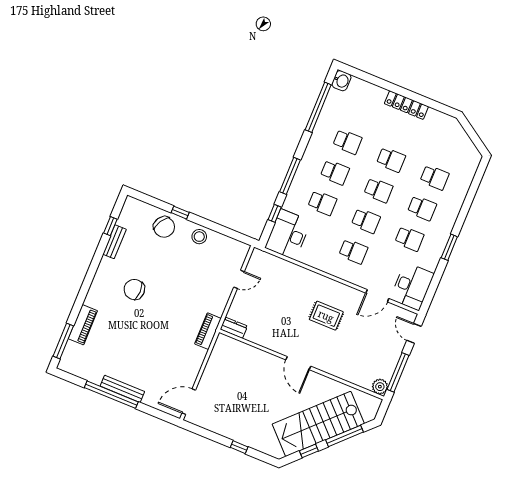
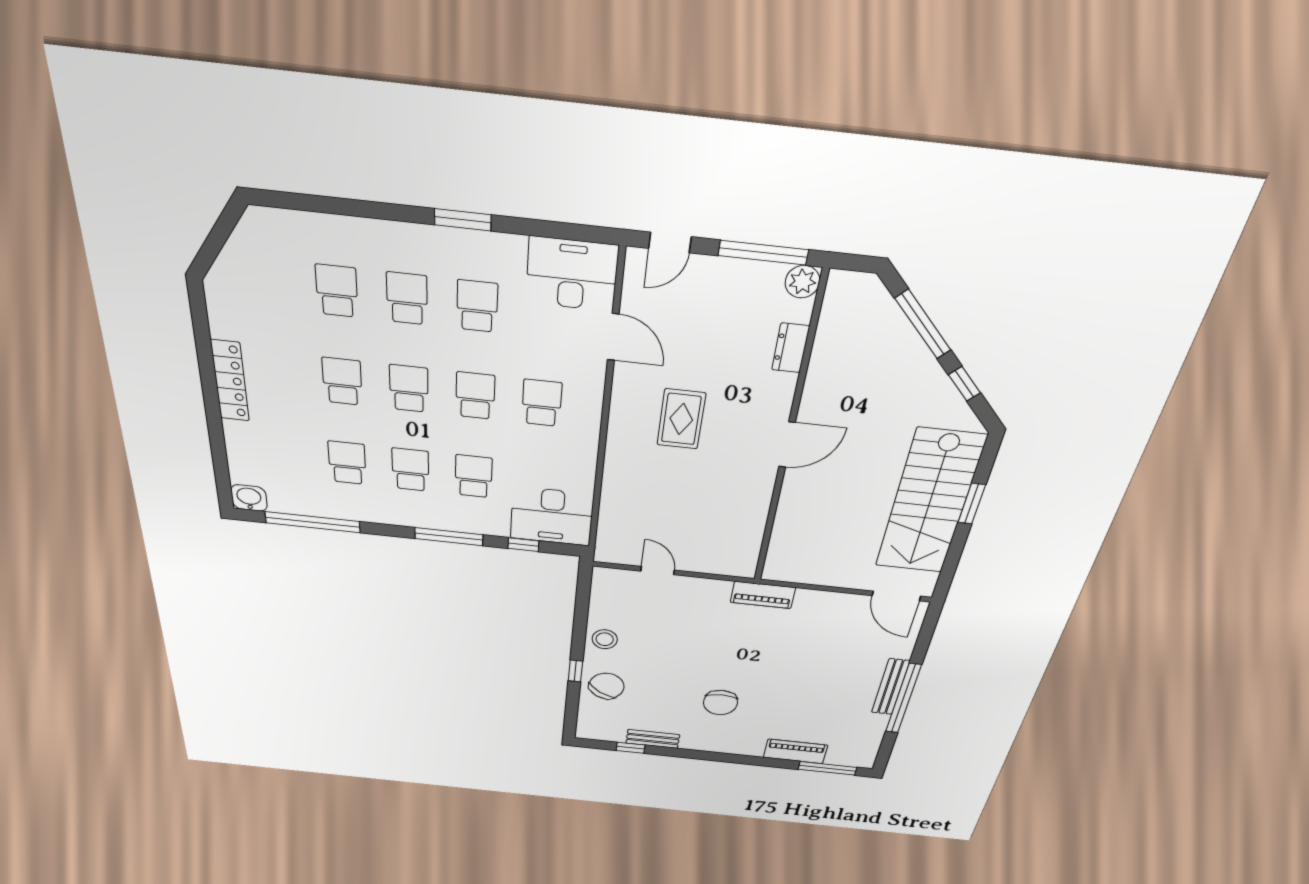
dresser: (234, 328) -> (791, 348), moved
stairs: (318, 424) -> (930, 502), moved, turned 45
window: (239, 447) -> (972, 504), width x1.50

